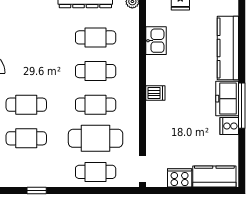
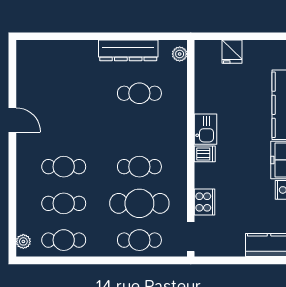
kitchen sink: (156, 41) -> (205, 129), moved
cafe table: (96, 71) -> (64, 240), moved
cooker: (180, 178) -> (204, 202), moved, turned 90
window: (37, 191) -> (75, 260), removed

